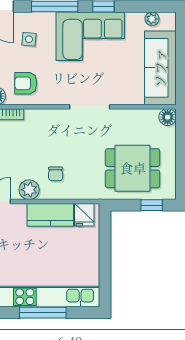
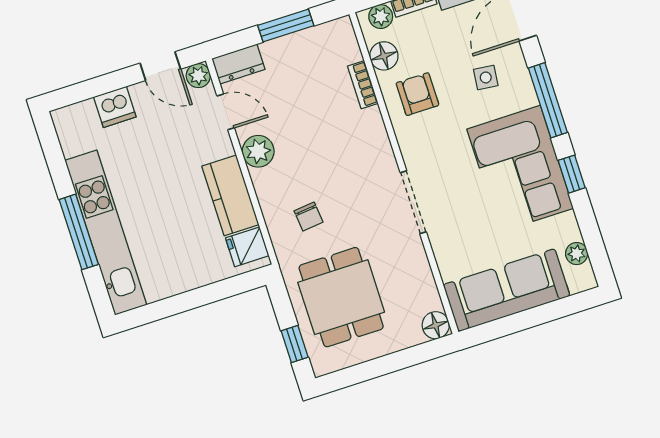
chair: (56, 174) -> (308, 217), moved, turned -96

